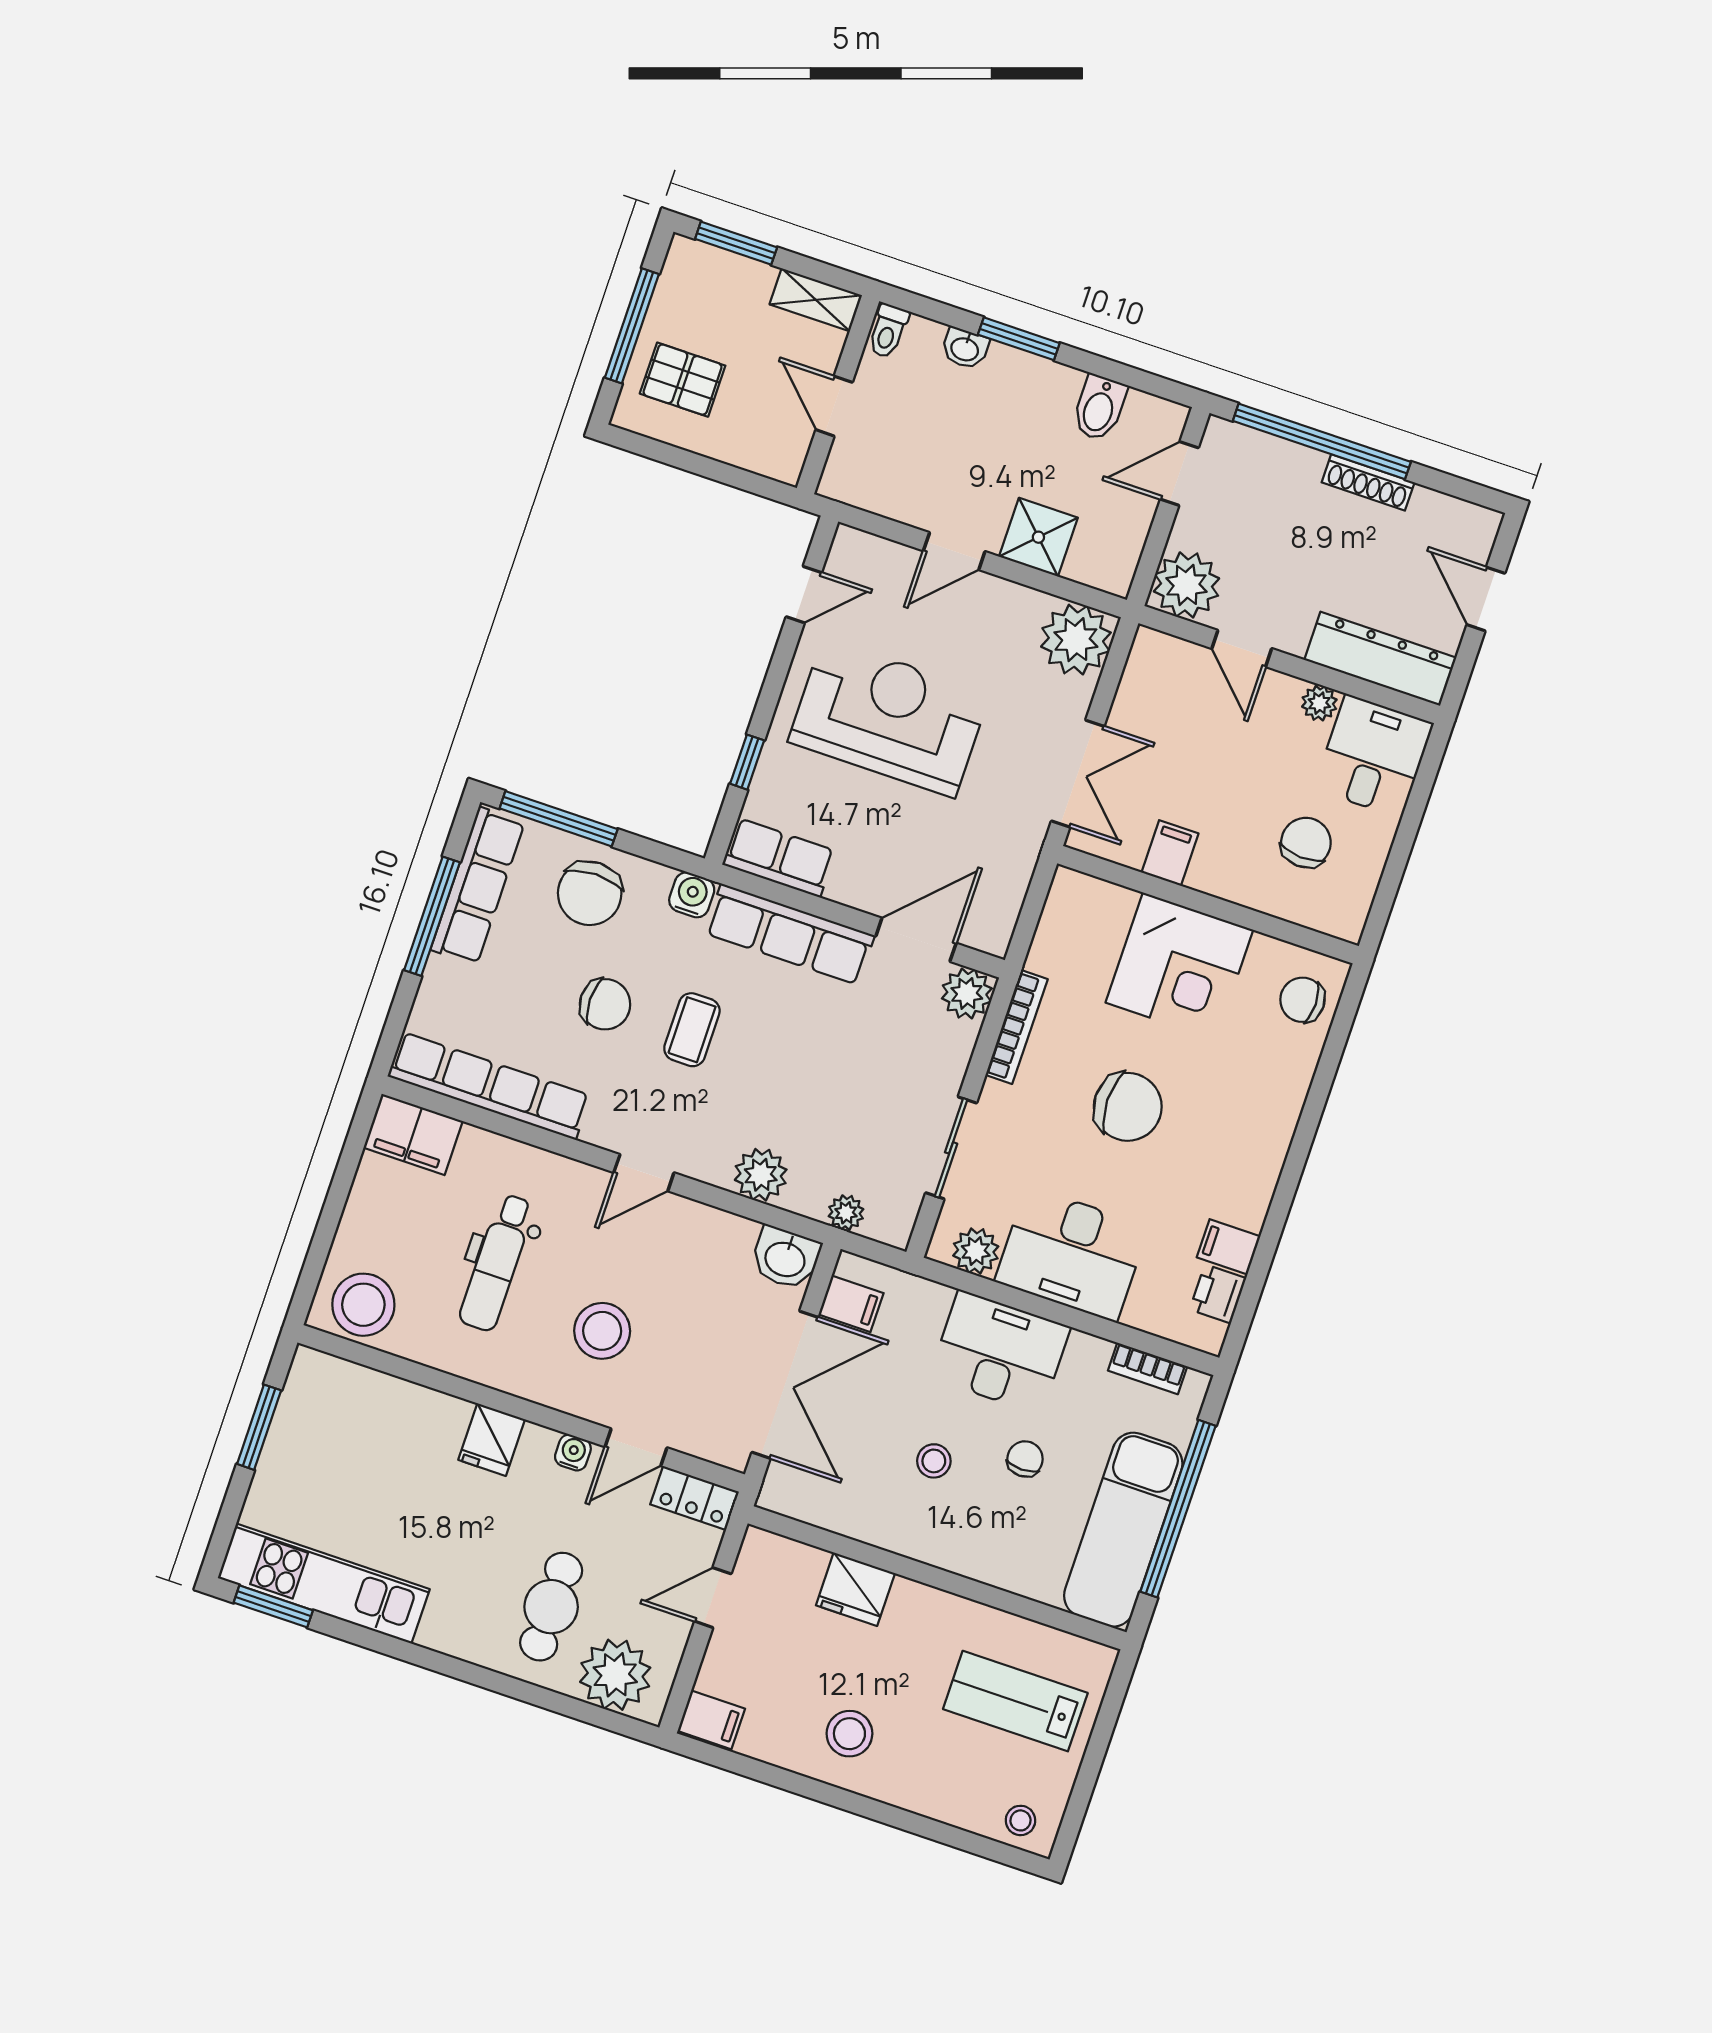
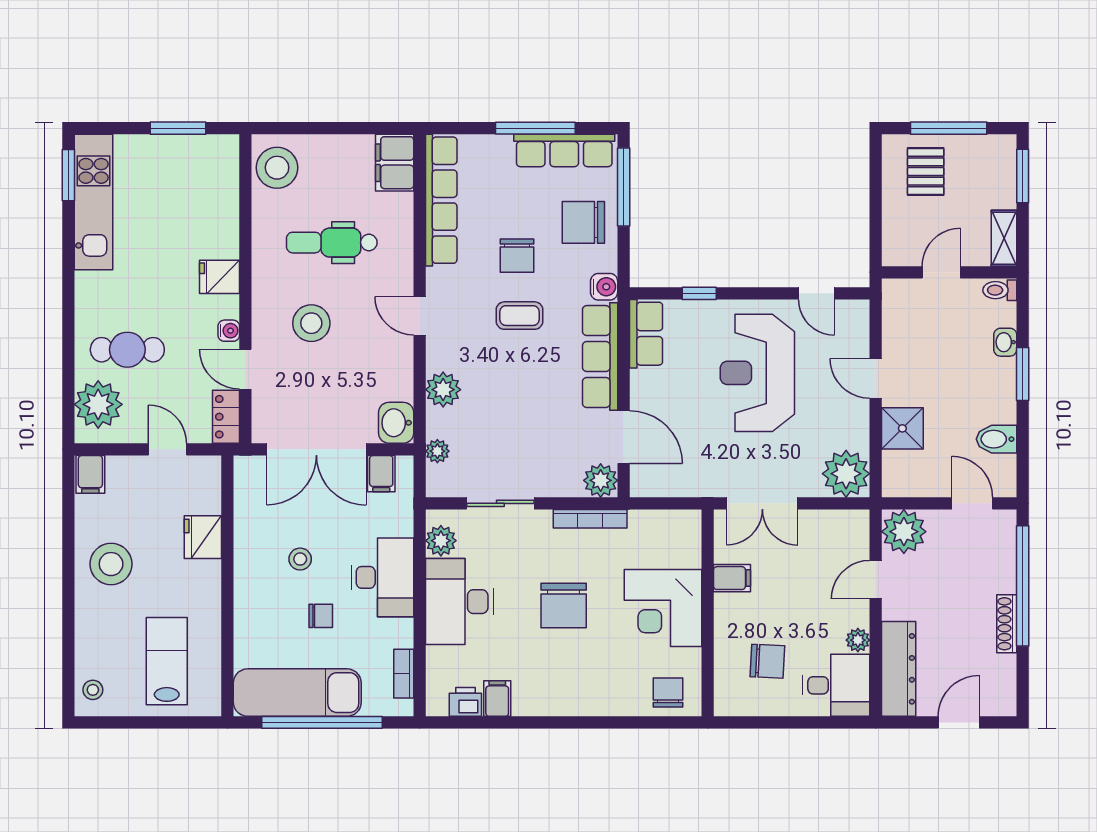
reception desk: (889, 717) -> (757, 373), turned 180
stool: (849, 1734) -> (111, 564), width x1.38, depth x1.38

